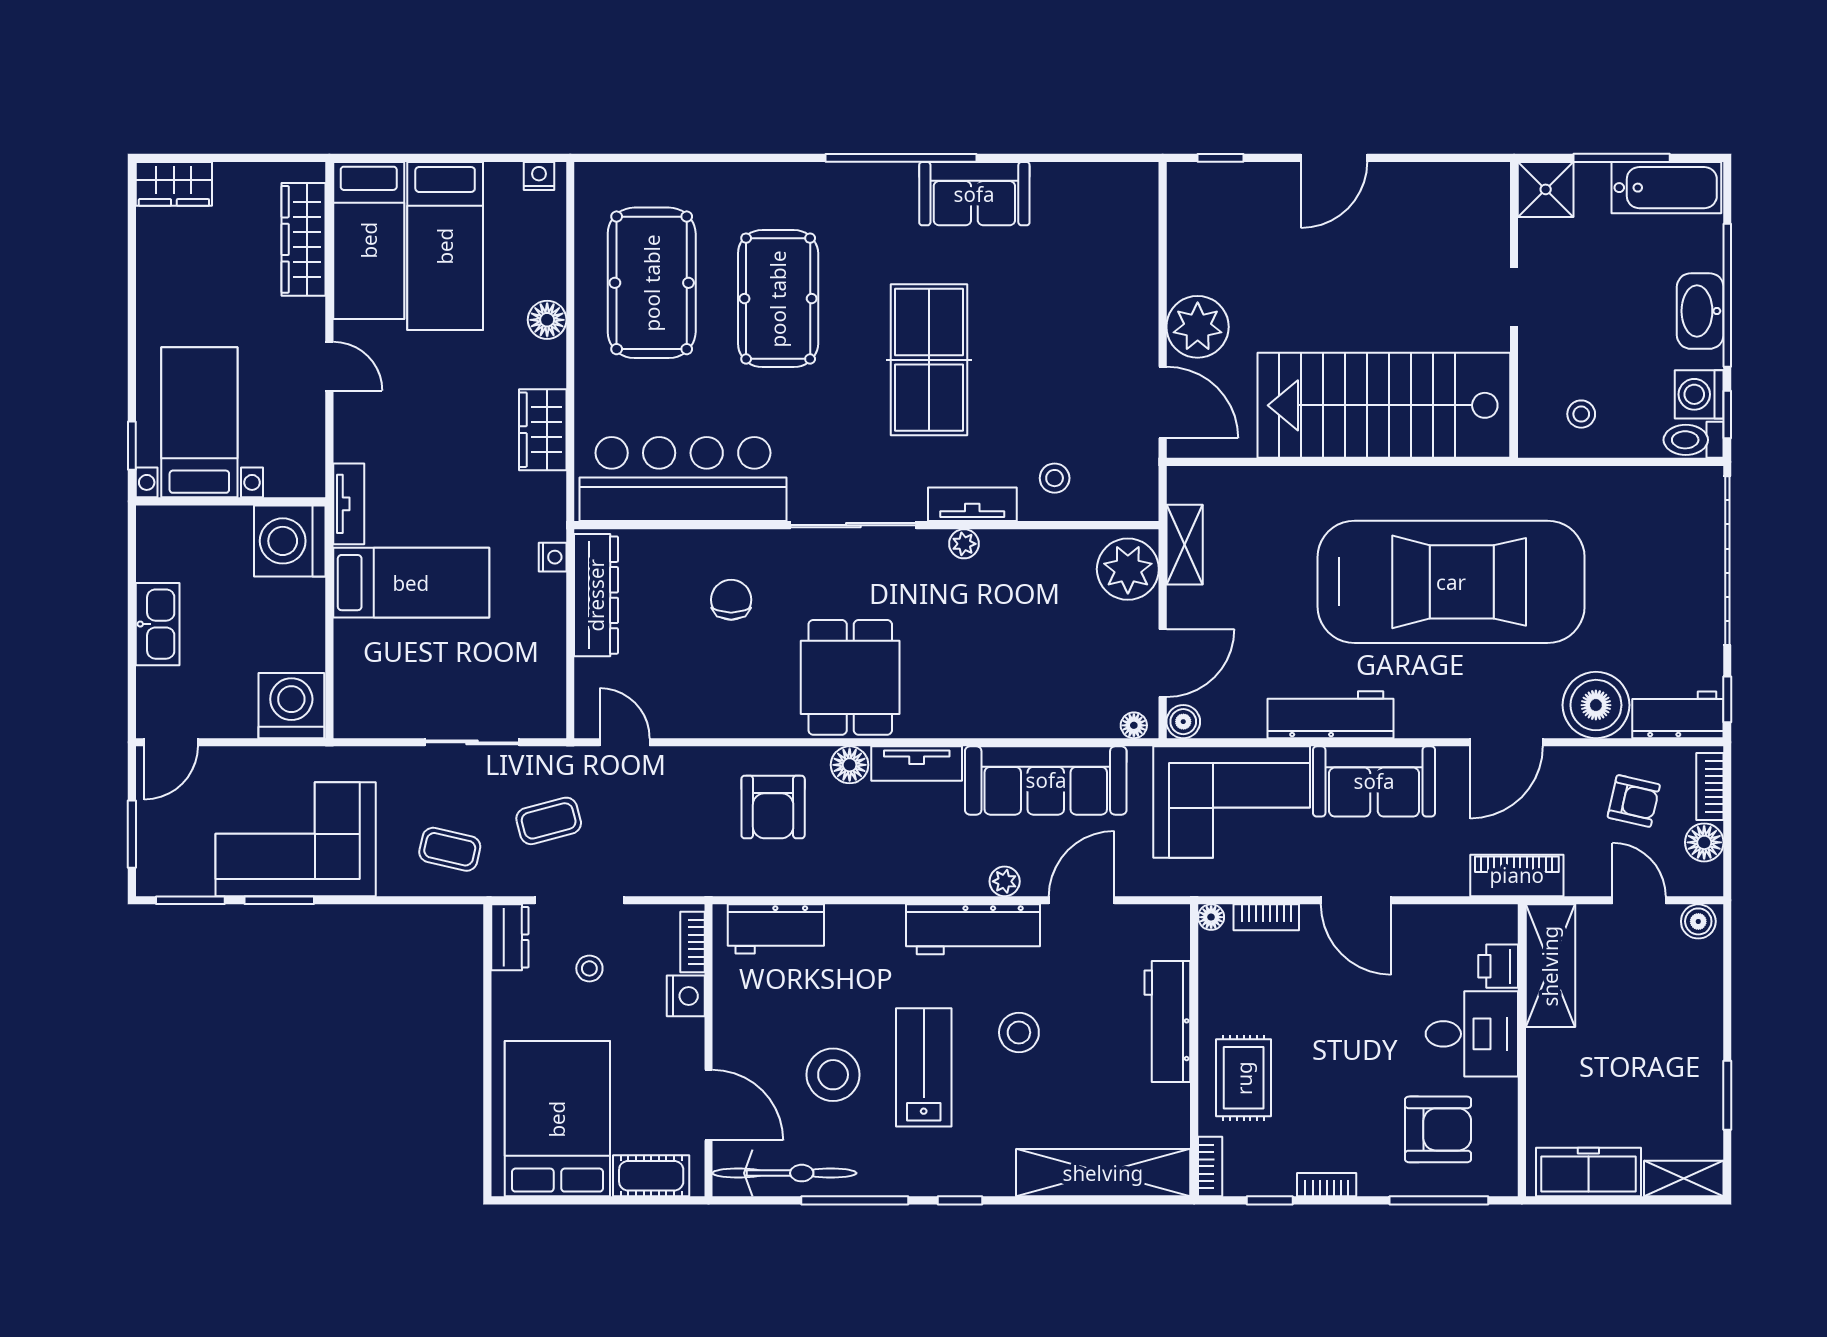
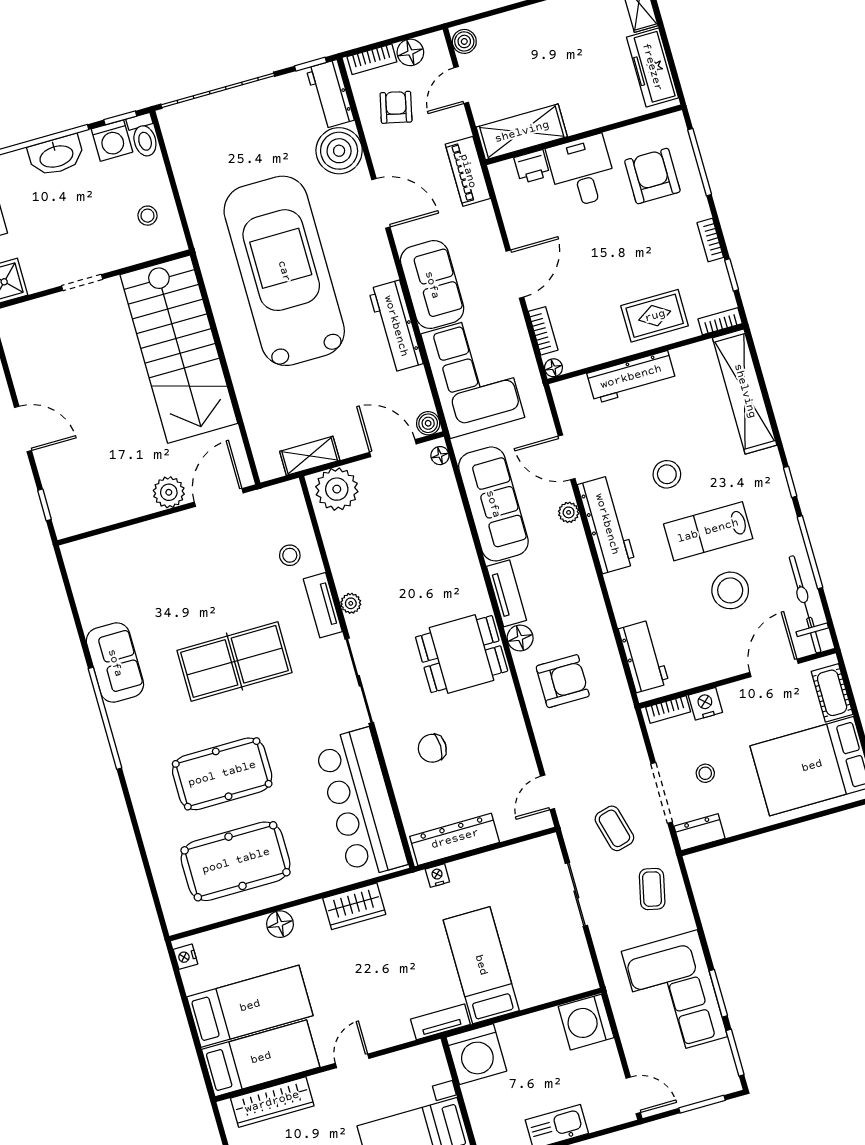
plant: (1198, 327) -> (169, 492), width x0.73, depth x0.73

